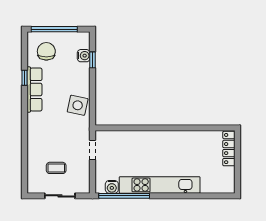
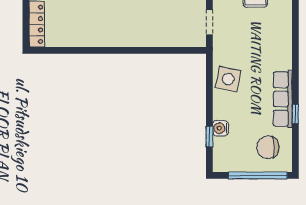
chair: (46, 51) -> (268, 147), turned 90
water cooler: (84, 56) -> (221, 128), moved

